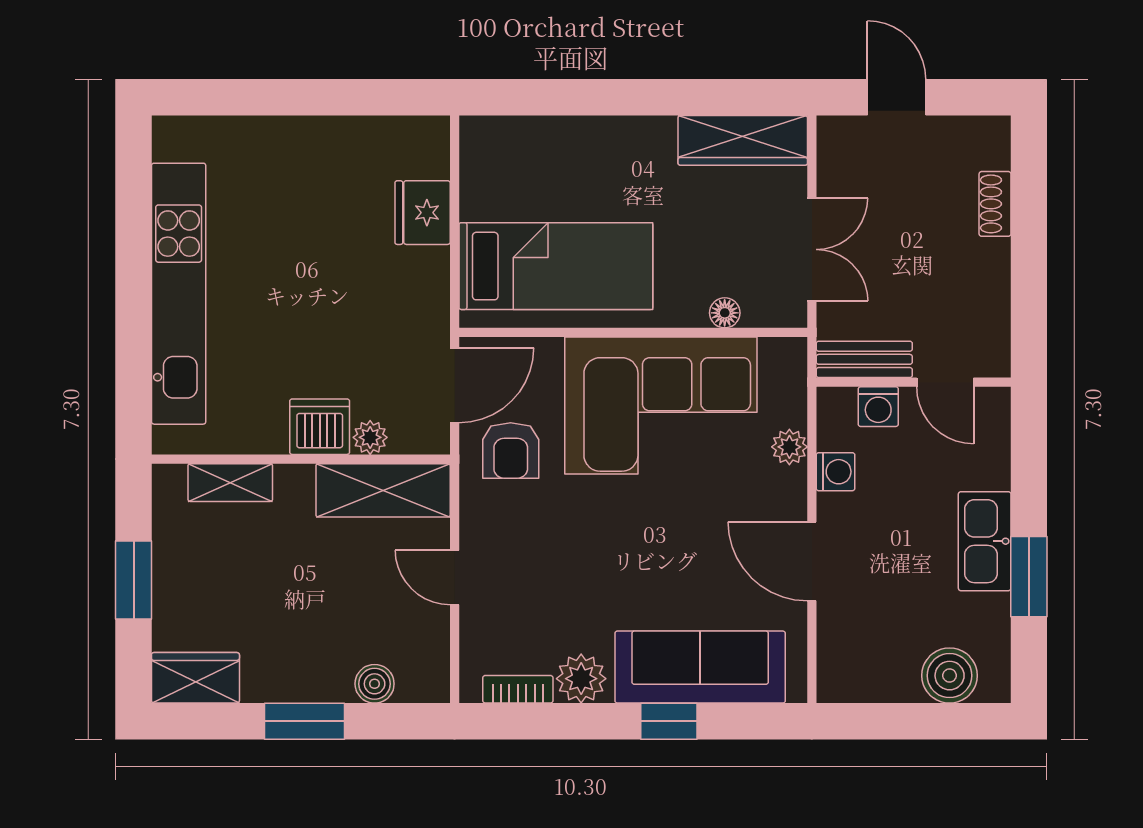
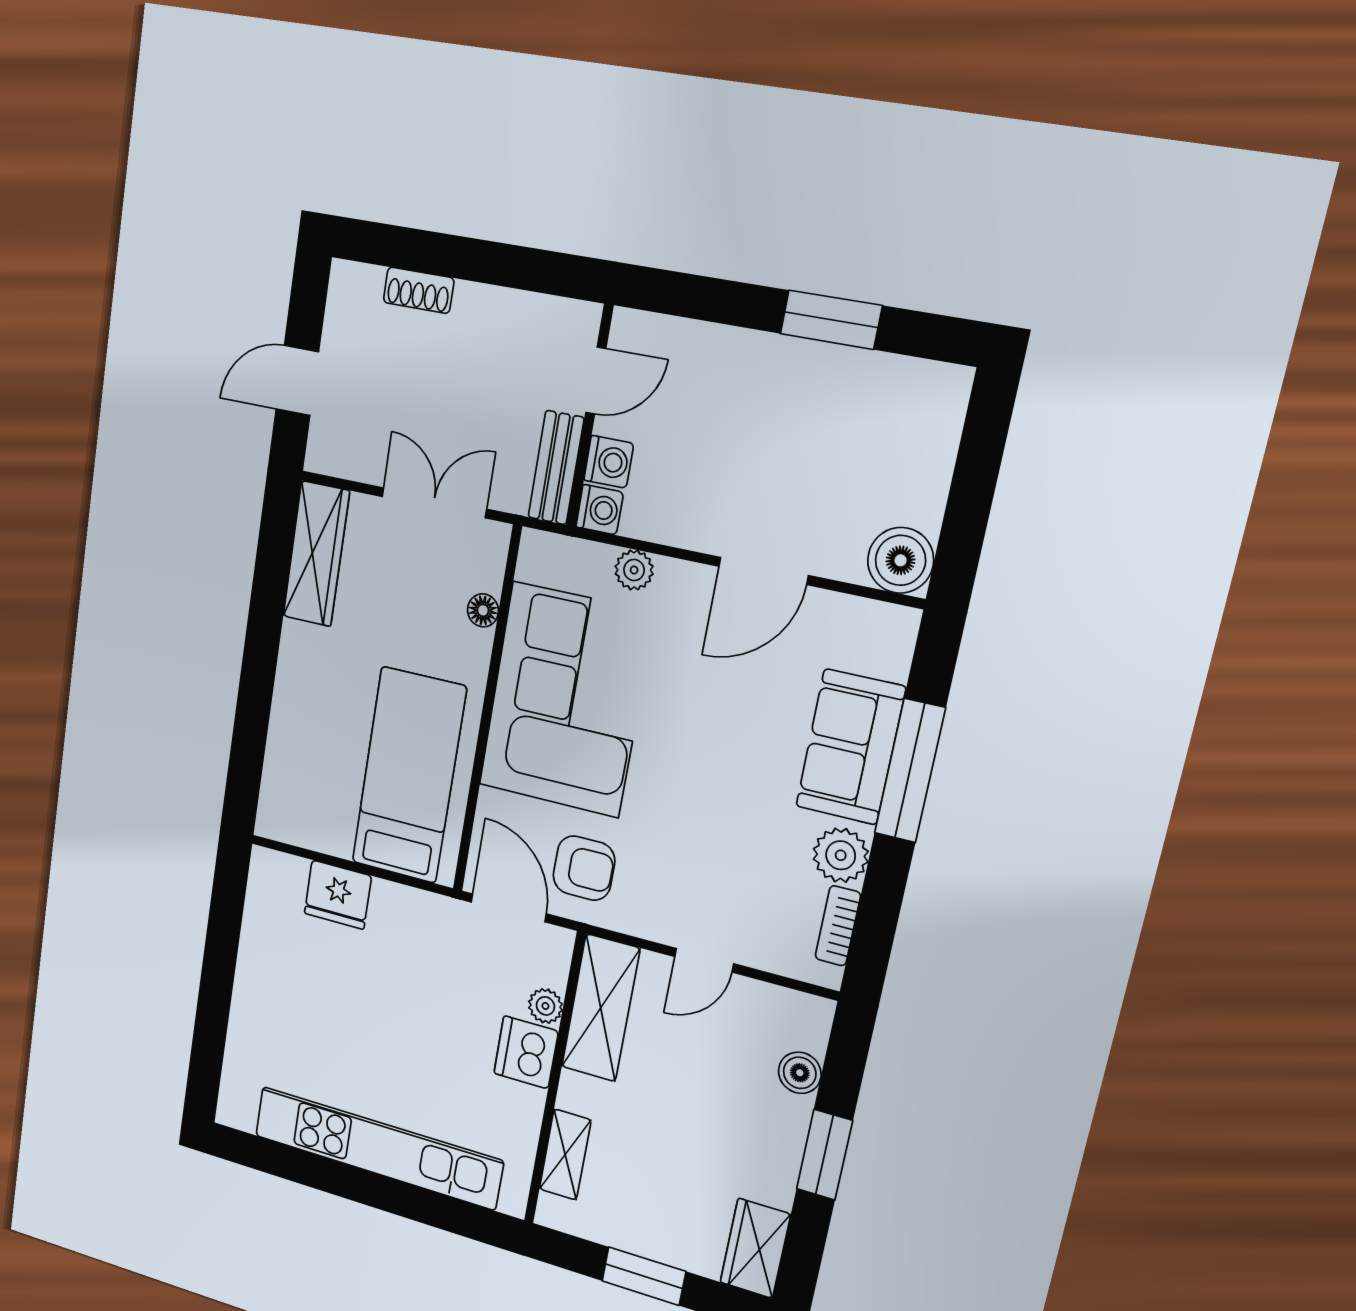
washing machine: (836, 472) -> (600, 510), moved, turned 90
kitchen sink: (985, 541) -> (780, 366), removed
sofa: (700, 667) -> (850, 747), width x0.73
boiler: (950, 676) -> (901, 560), moved
window: (669, 721) -> (910, 771), width x2.17

